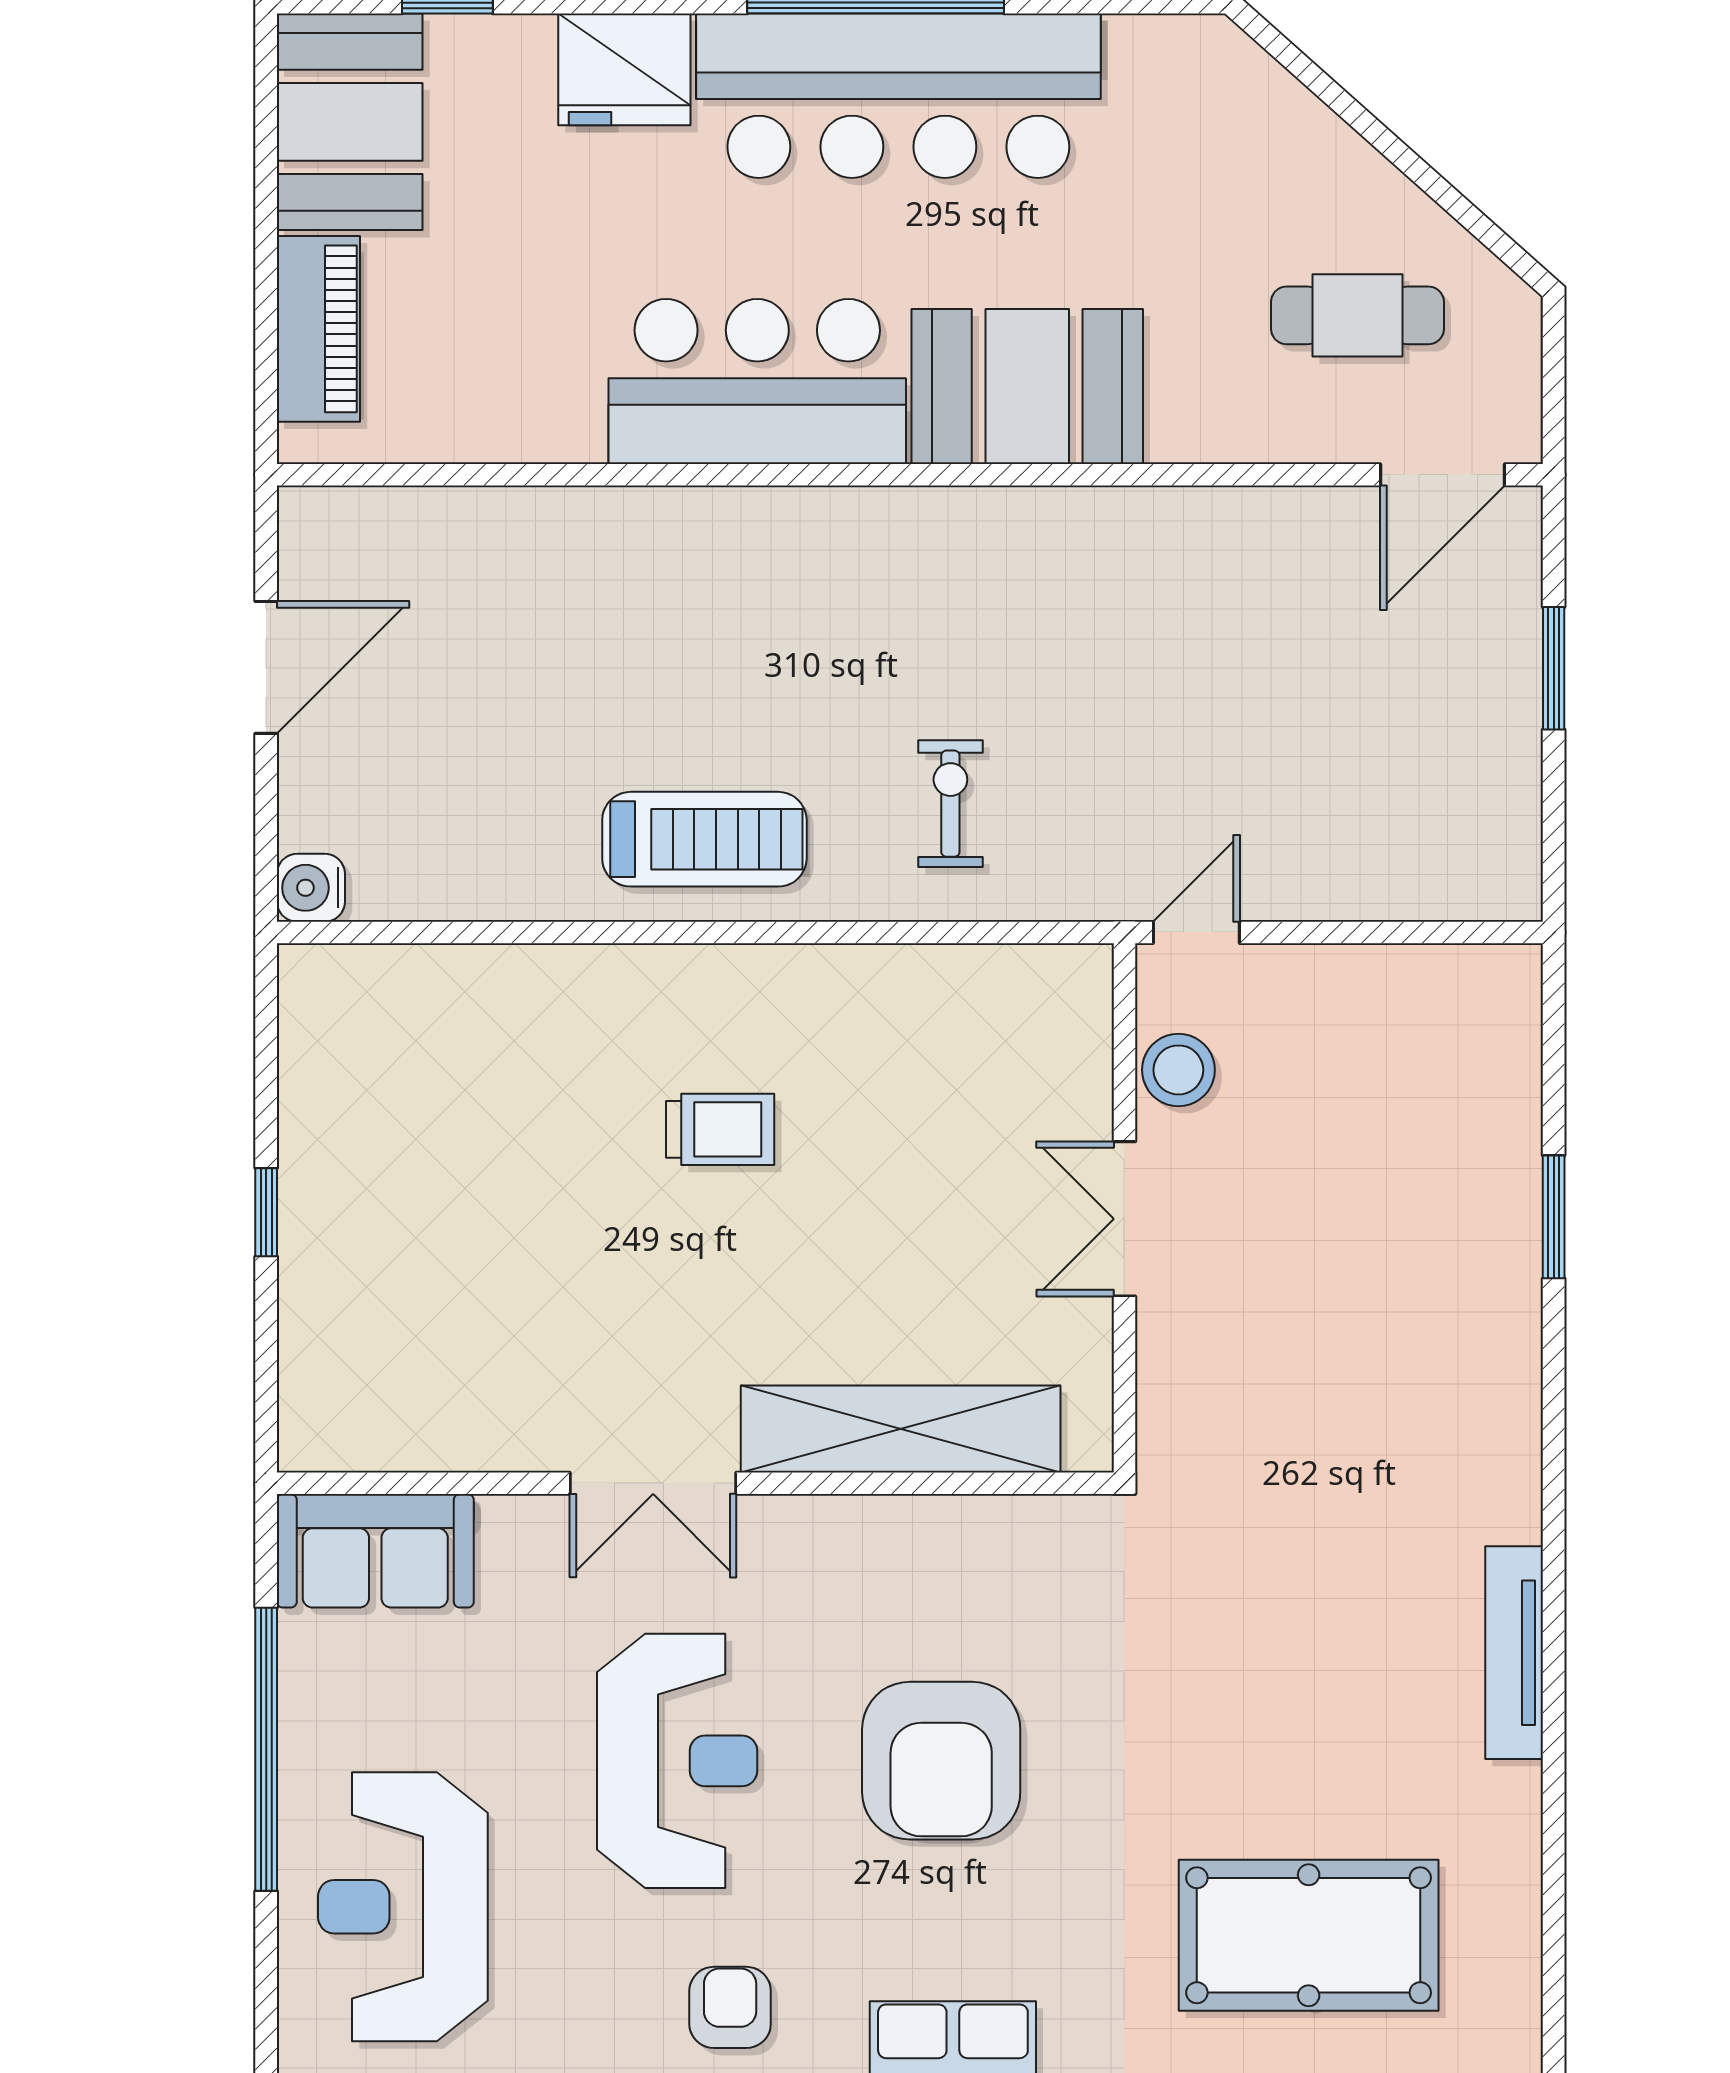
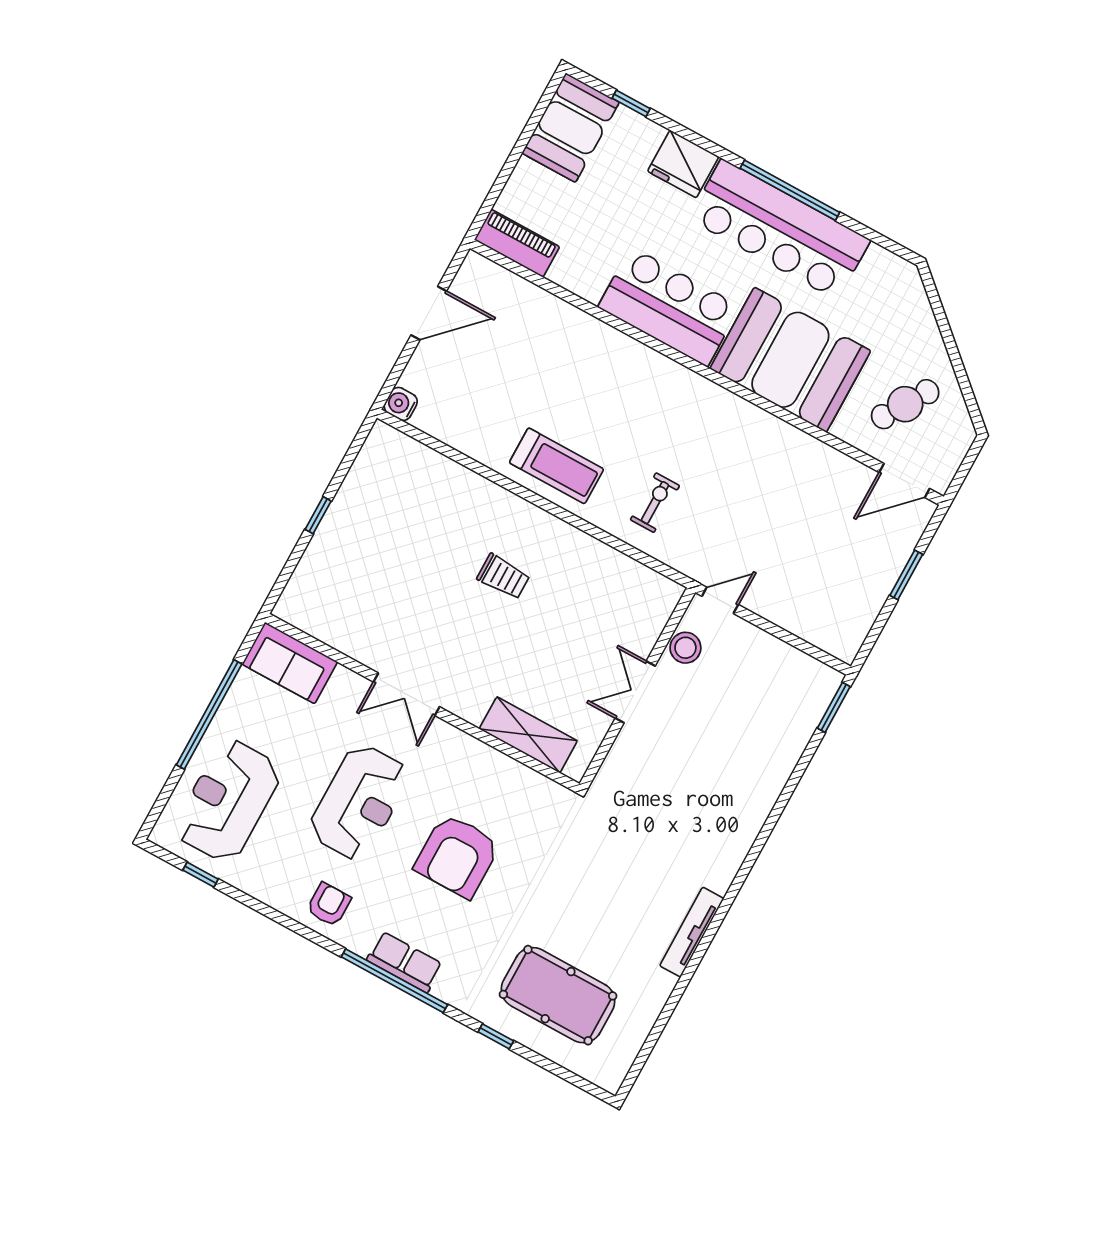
cafe table: (1357, 315) -> (905, 404), turned -58
piano: (318, 329) -> (517, 243), moved, turned -90
booth: (1027, 386) -> (790, 360), width x1.36, depth x1.42
window: (1554, 1217) -> (834, 707), moved
shelving: (901, 1429) -> (528, 735), width x0.68

